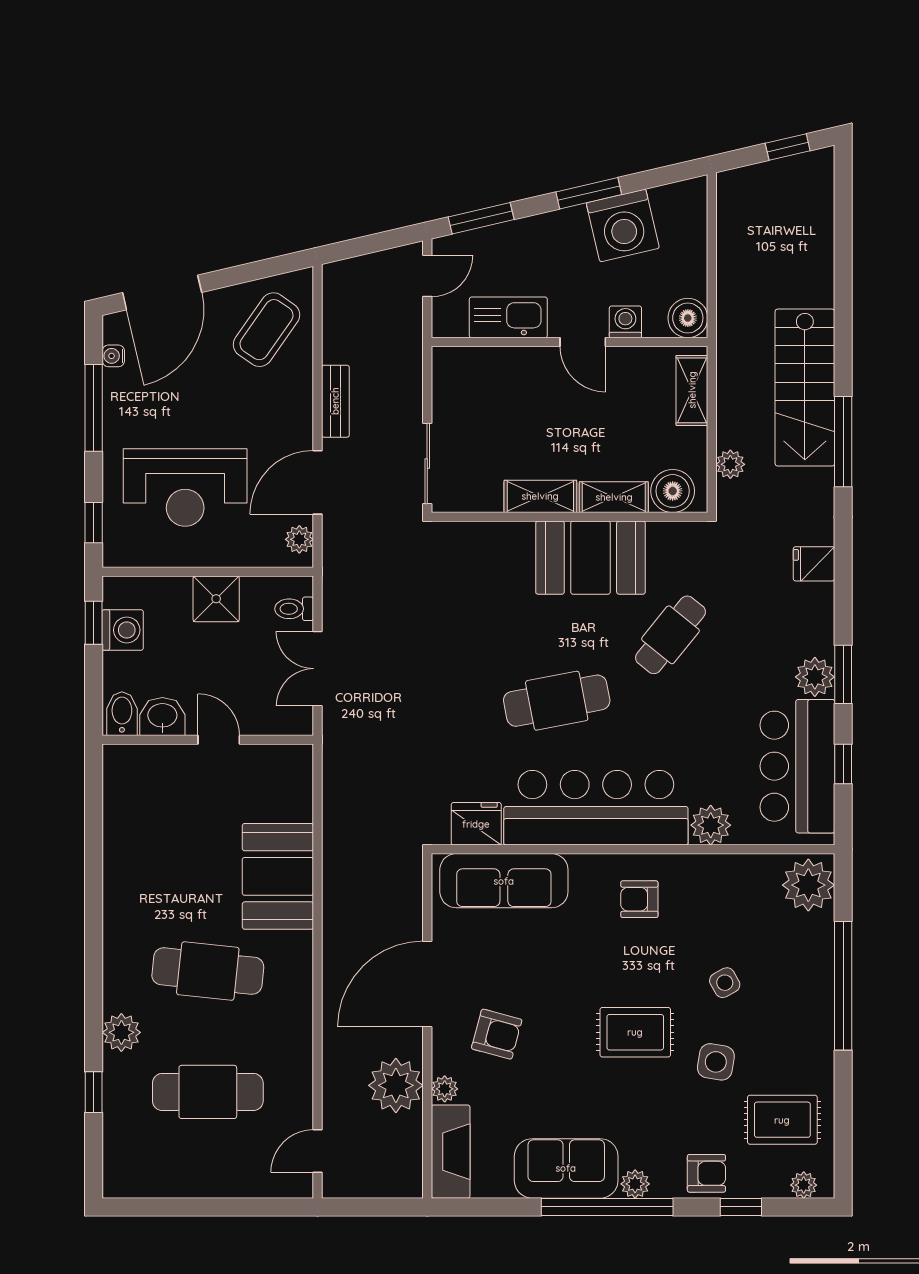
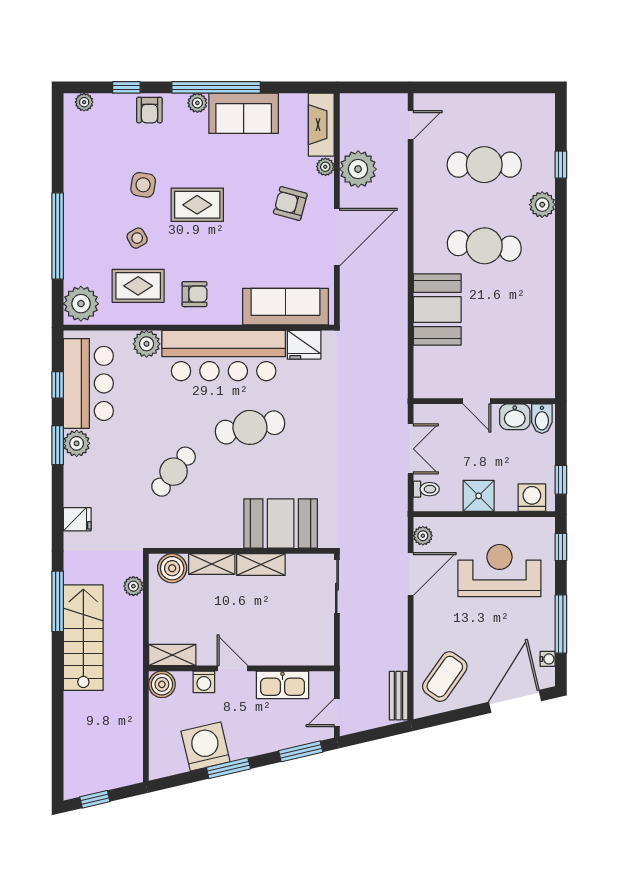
shelving: (692, 390) -> (172, 655), moved, turned 90
bench: (335, 401) -> (399, 696), moved
booth: (590, 558) -> (281, 523), moved
washing machine: (123, 630) -> (532, 498), moved, turned 90
rug: (782, 1120) -> (138, 286), moved
armchair: (706, 1173) -> (149, 110), turned -90

